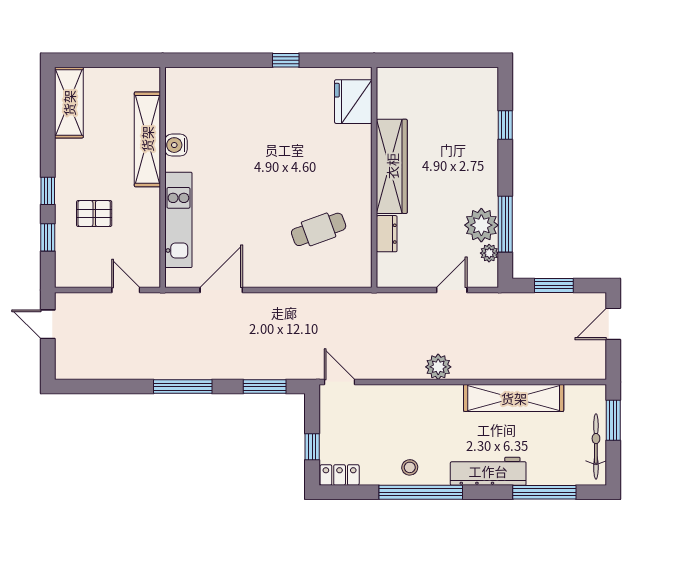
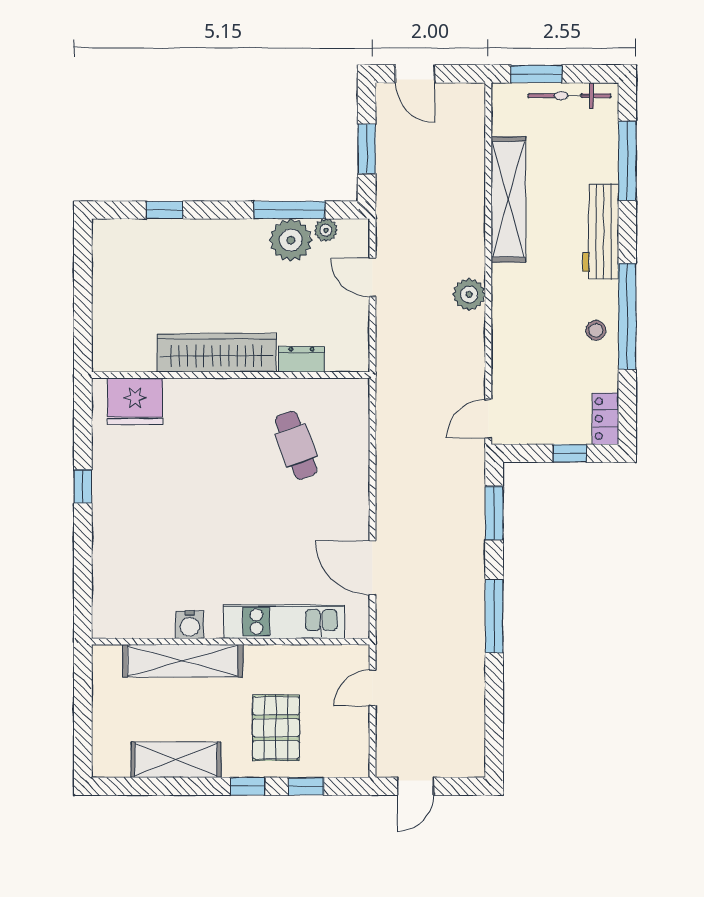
shelving: (69, 103) -> (176, 760), moved
pallet: (94, 214) -> (276, 728), width x1.50, depth x1.42

